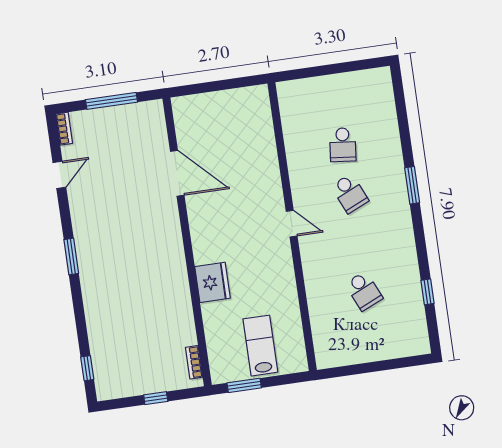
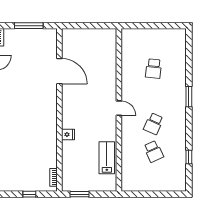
school desk: (350, 194) -> (154, 124), moved, turned 48
fridge: (213, 282) -> (68, 134), width x0.53, depth x0.75
lab bench: (260, 346) -> (107, 158), moved

